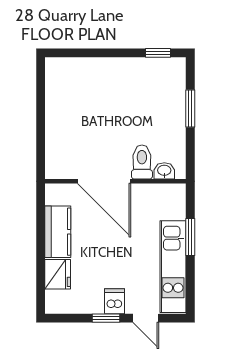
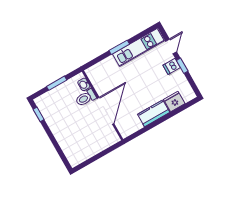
toilet: (142, 162) -> (86, 98), moved
washbasin: (164, 171) -> (84, 84), moved
door: (104, 181) -> (106, 111), moved
wall: (115, 181) -> (103, 105), moved

